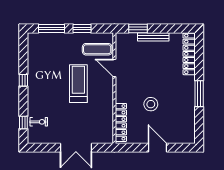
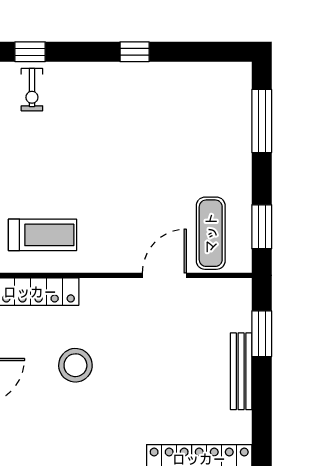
window: (82, 28) -> (262, 227), moved
treadmill: (78, 84) -> (43, 235), moved, width x0.73, depth x0.73

